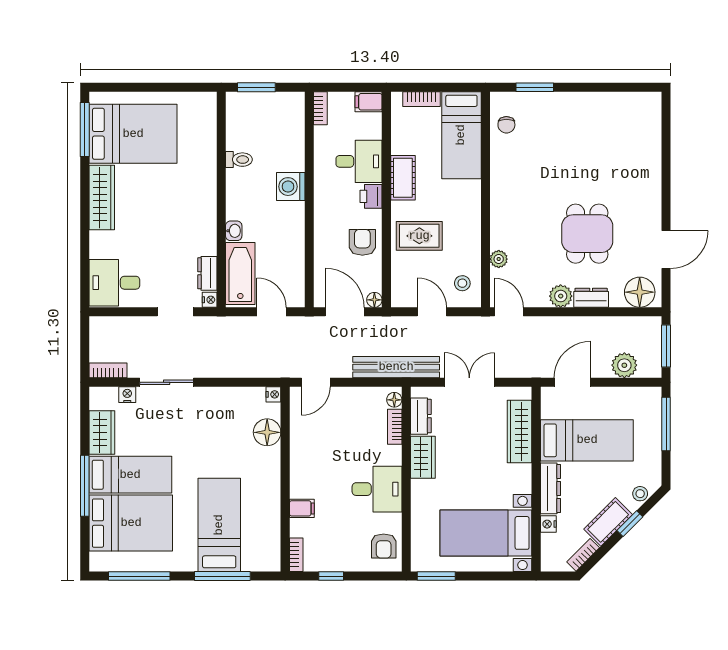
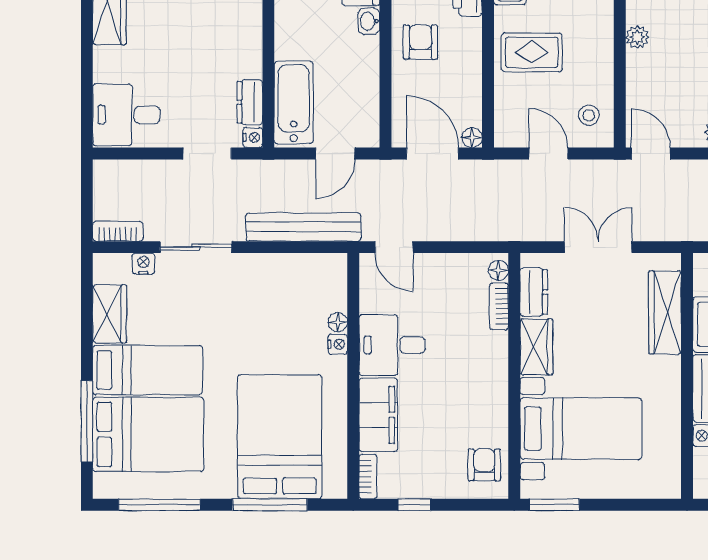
washbasin: (234, 231) -> (369, 21), moved, turned 180
armchair: (362, 242) -> (420, 42), moved
plant: (499, 259) -> (637, 37), moved
door: (272, 312) -> (335, 153), swing flipped
bench: (396, 367) -> (303, 227), moved
door: (316, 382) -> (394, 247), hinge flipped
nightstand: (273, 394) -> (338, 344), moved
floor lamp: (267, 432) -> (338, 322), width x0.53, depth x0.53
window: (85, 486) -> (87, 421), moved
desk: (377, 489) -> (392, 345), moved, turned 180
filing cabinet: (302, 508) -> (378, 415), width x3.00, depth x1.17
bed: (219, 525) -> (280, 437), width x1.50
bed with nightstands: (486, 533) -> (581, 429), moved, turned 180
armchair: (384, 546) -> (484, 465), turned 180

